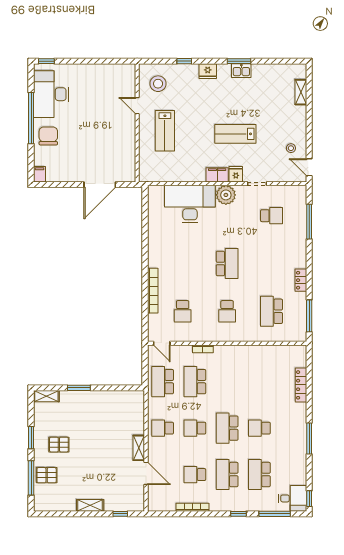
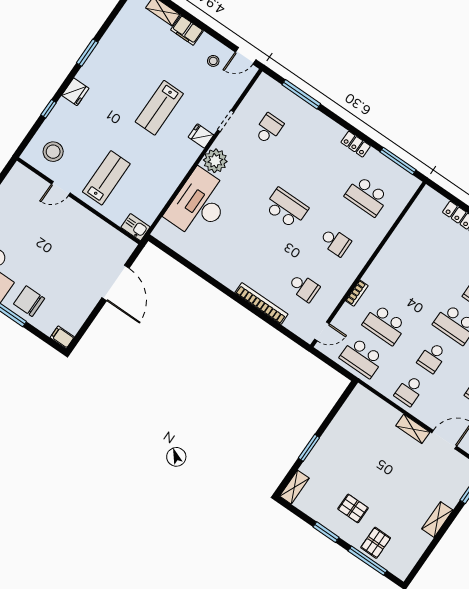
kitchen sink: (241, 71) -> (135, 227), moved, turned -90
lab bench: (165, 131) -> (106, 178), turned -90
filing cabinet: (217, 175) -> (187, 30), moved, turned -90
pallet: (59, 445) -> (353, 508), turned 90

